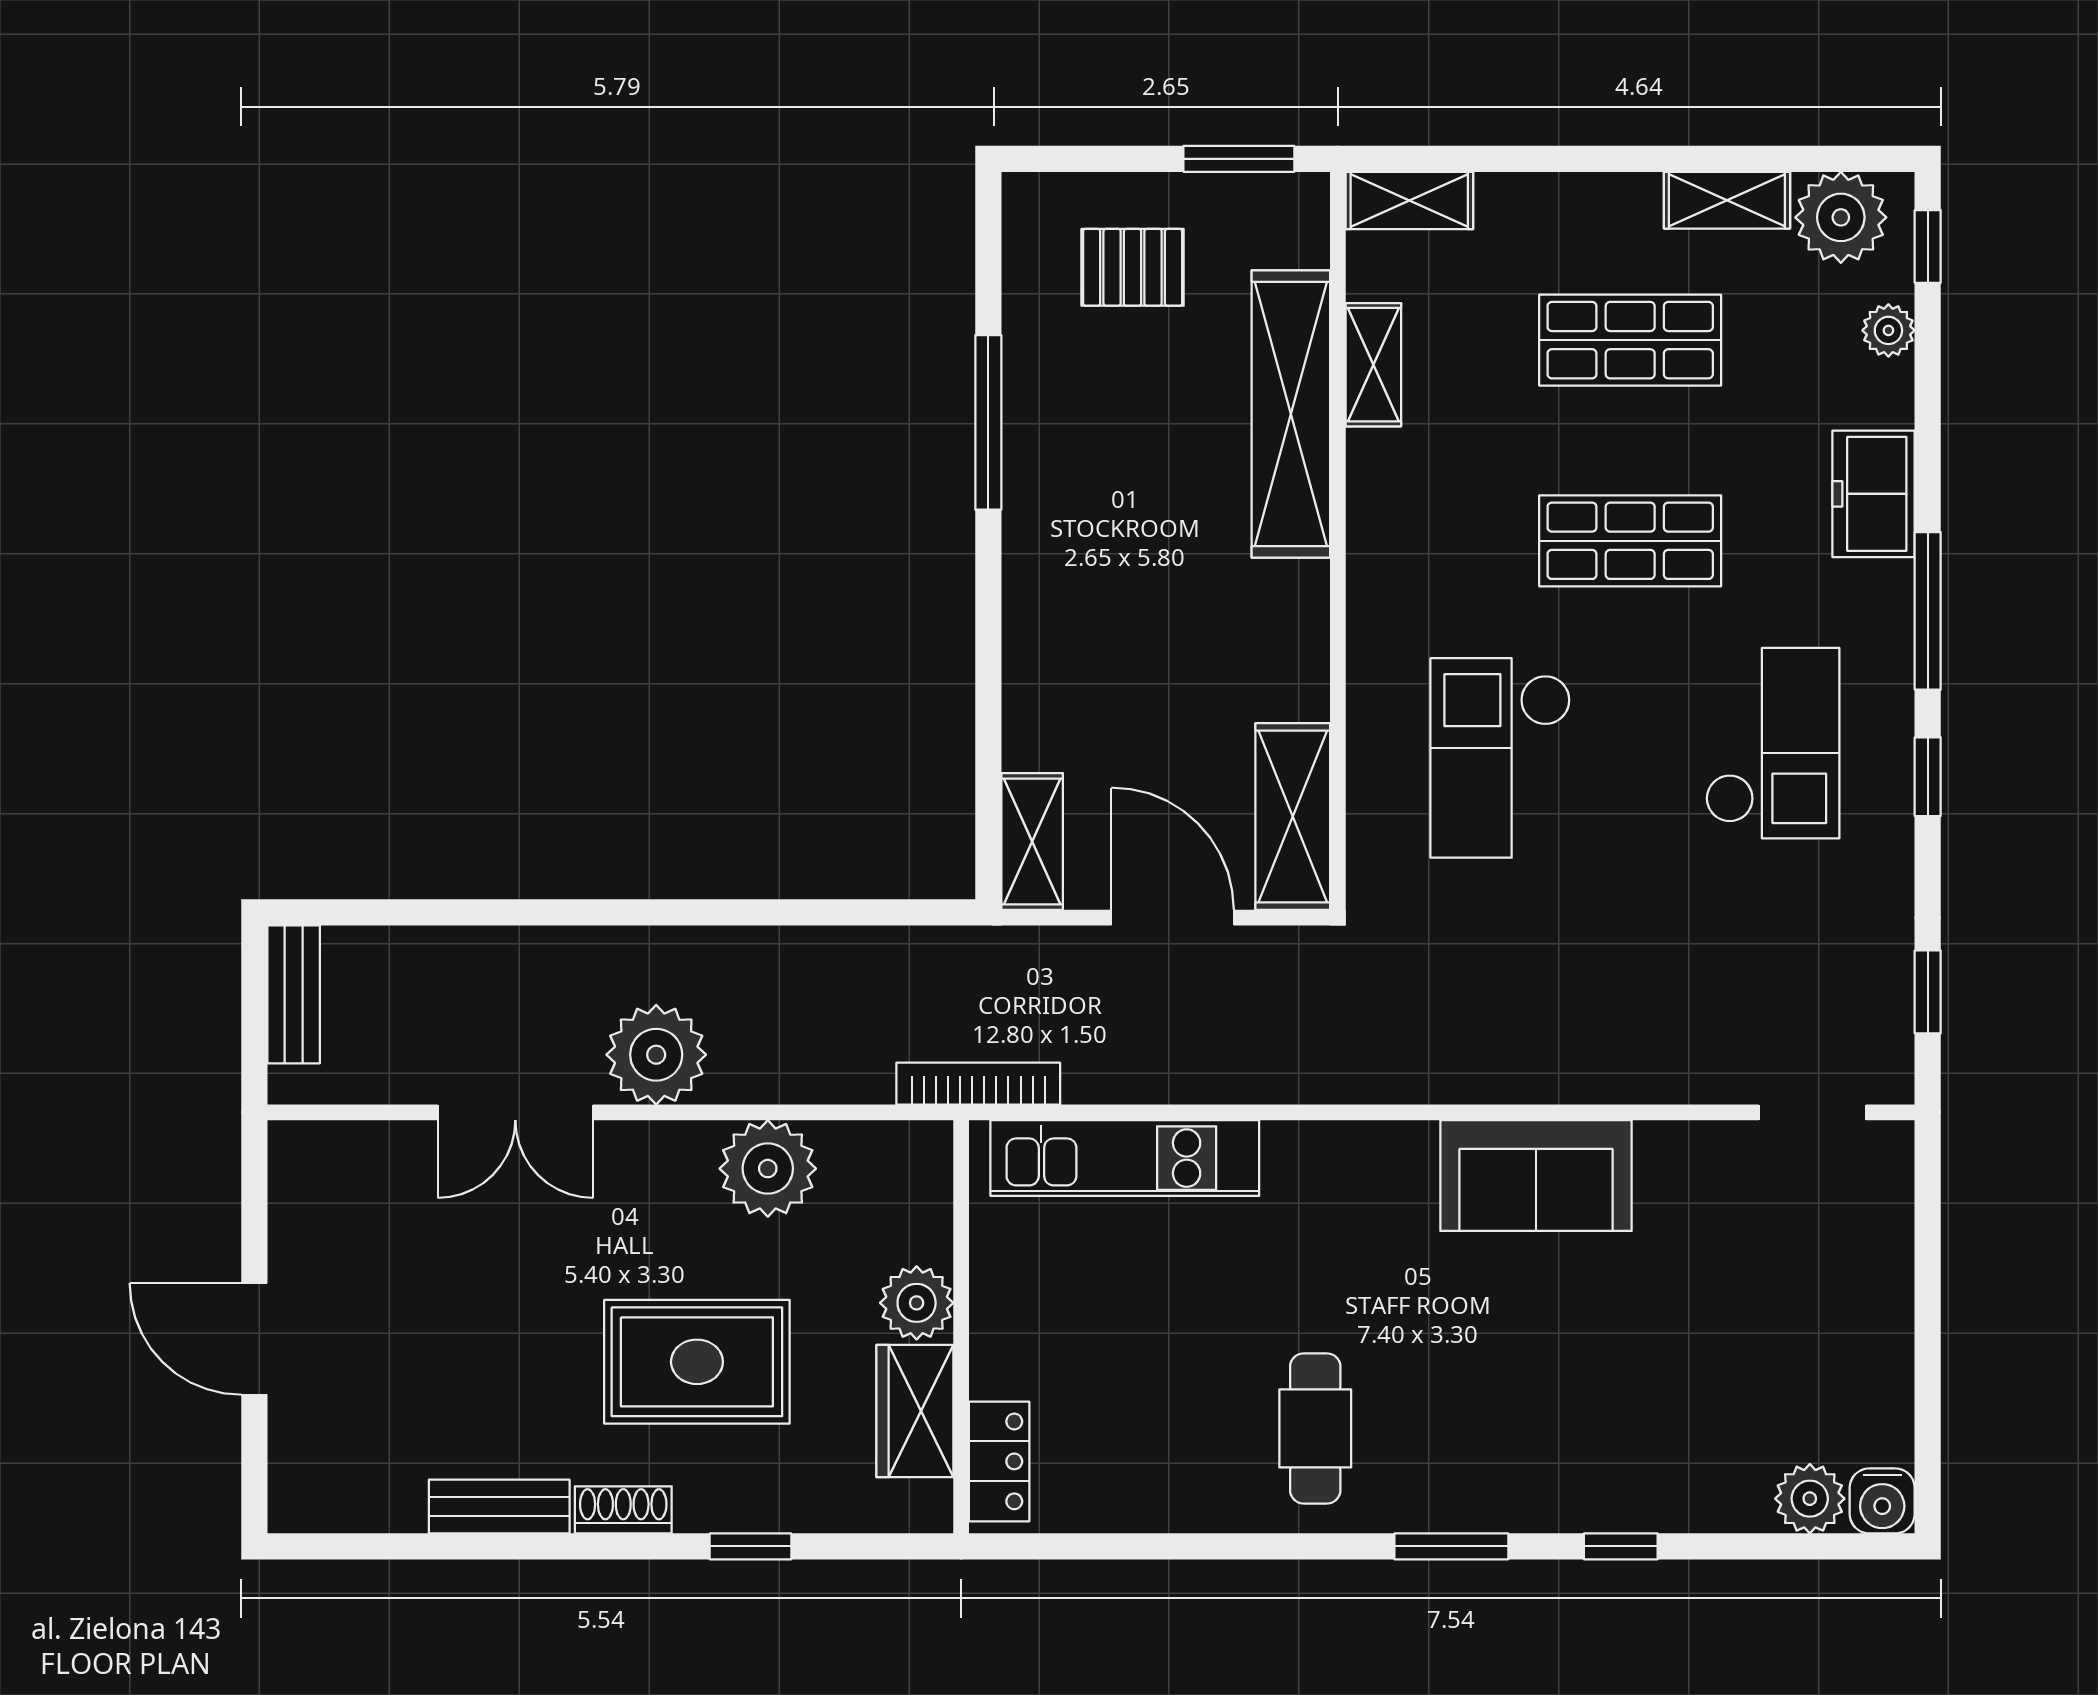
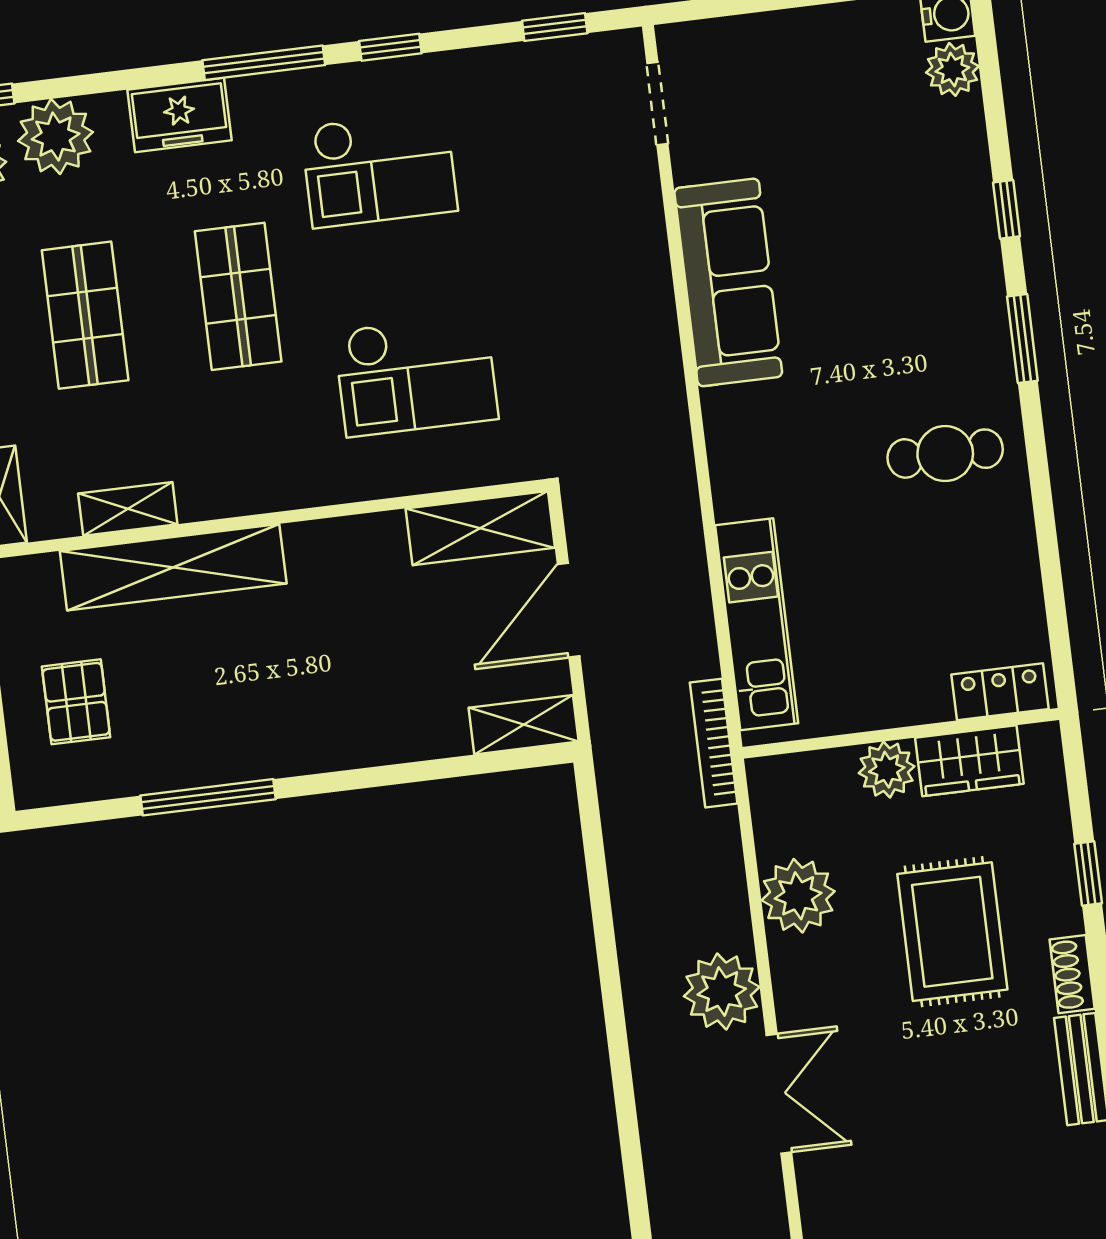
plant: (1888, 330) -> (56, 136), width x1.87, depth x1.87
checkout: (1772, 743) -> (379, 169), turned 180
sofa: (1536, 1176) -> (728, 282), width x1.36

